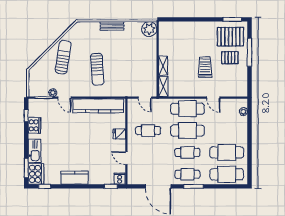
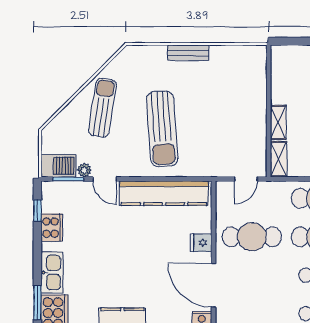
plant: (149, 29) -> (254, 58), removed
sun lounger: (97, 69) -> (162, 129), width x1.36, depth x1.34
barbecue: (38, 90) -> (58, 166), added
door: (145, 98) -> (246, 179), hinge flipped
cafe table: (148, 131) -> (252, 237), width x1.37, depth x1.35
door: (126, 158) -> (214, 285), width x1.88

